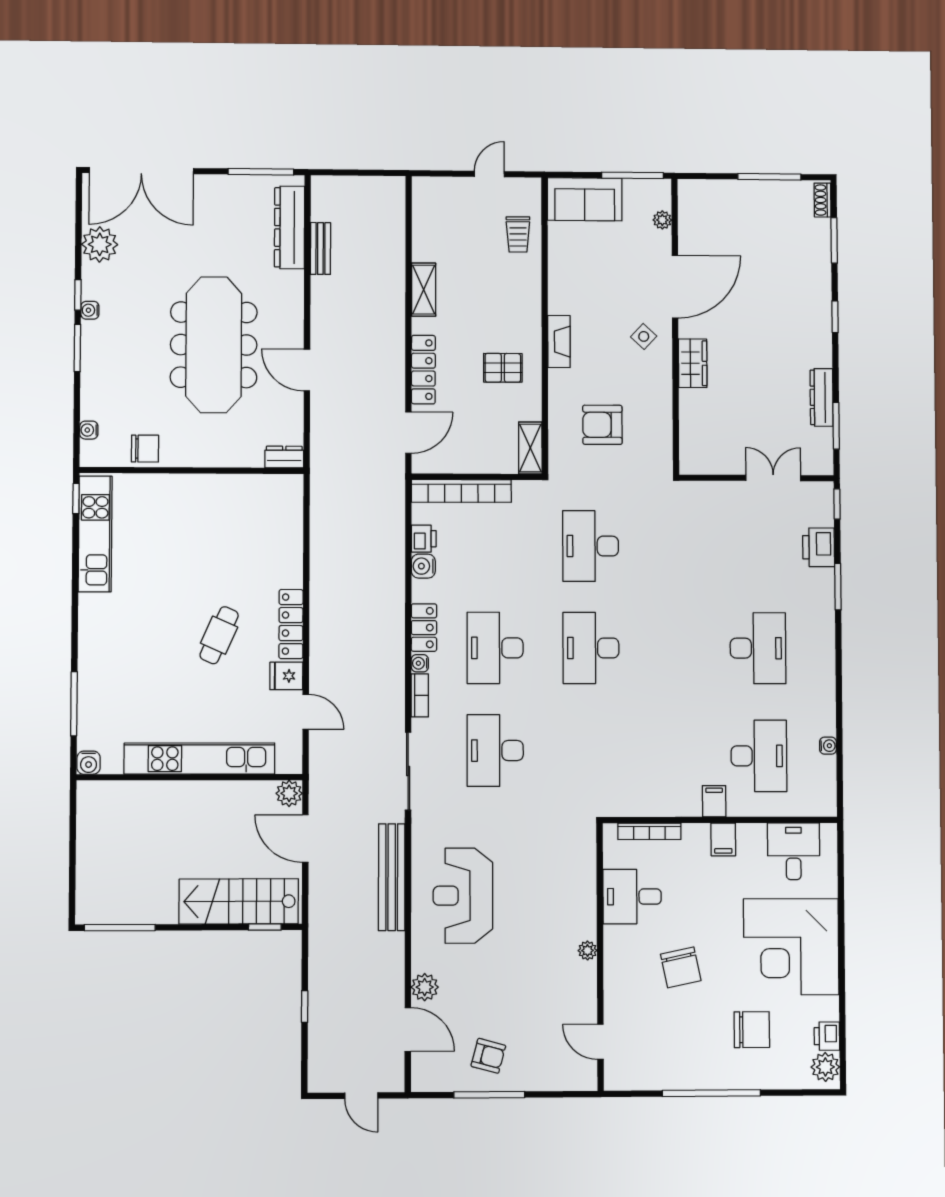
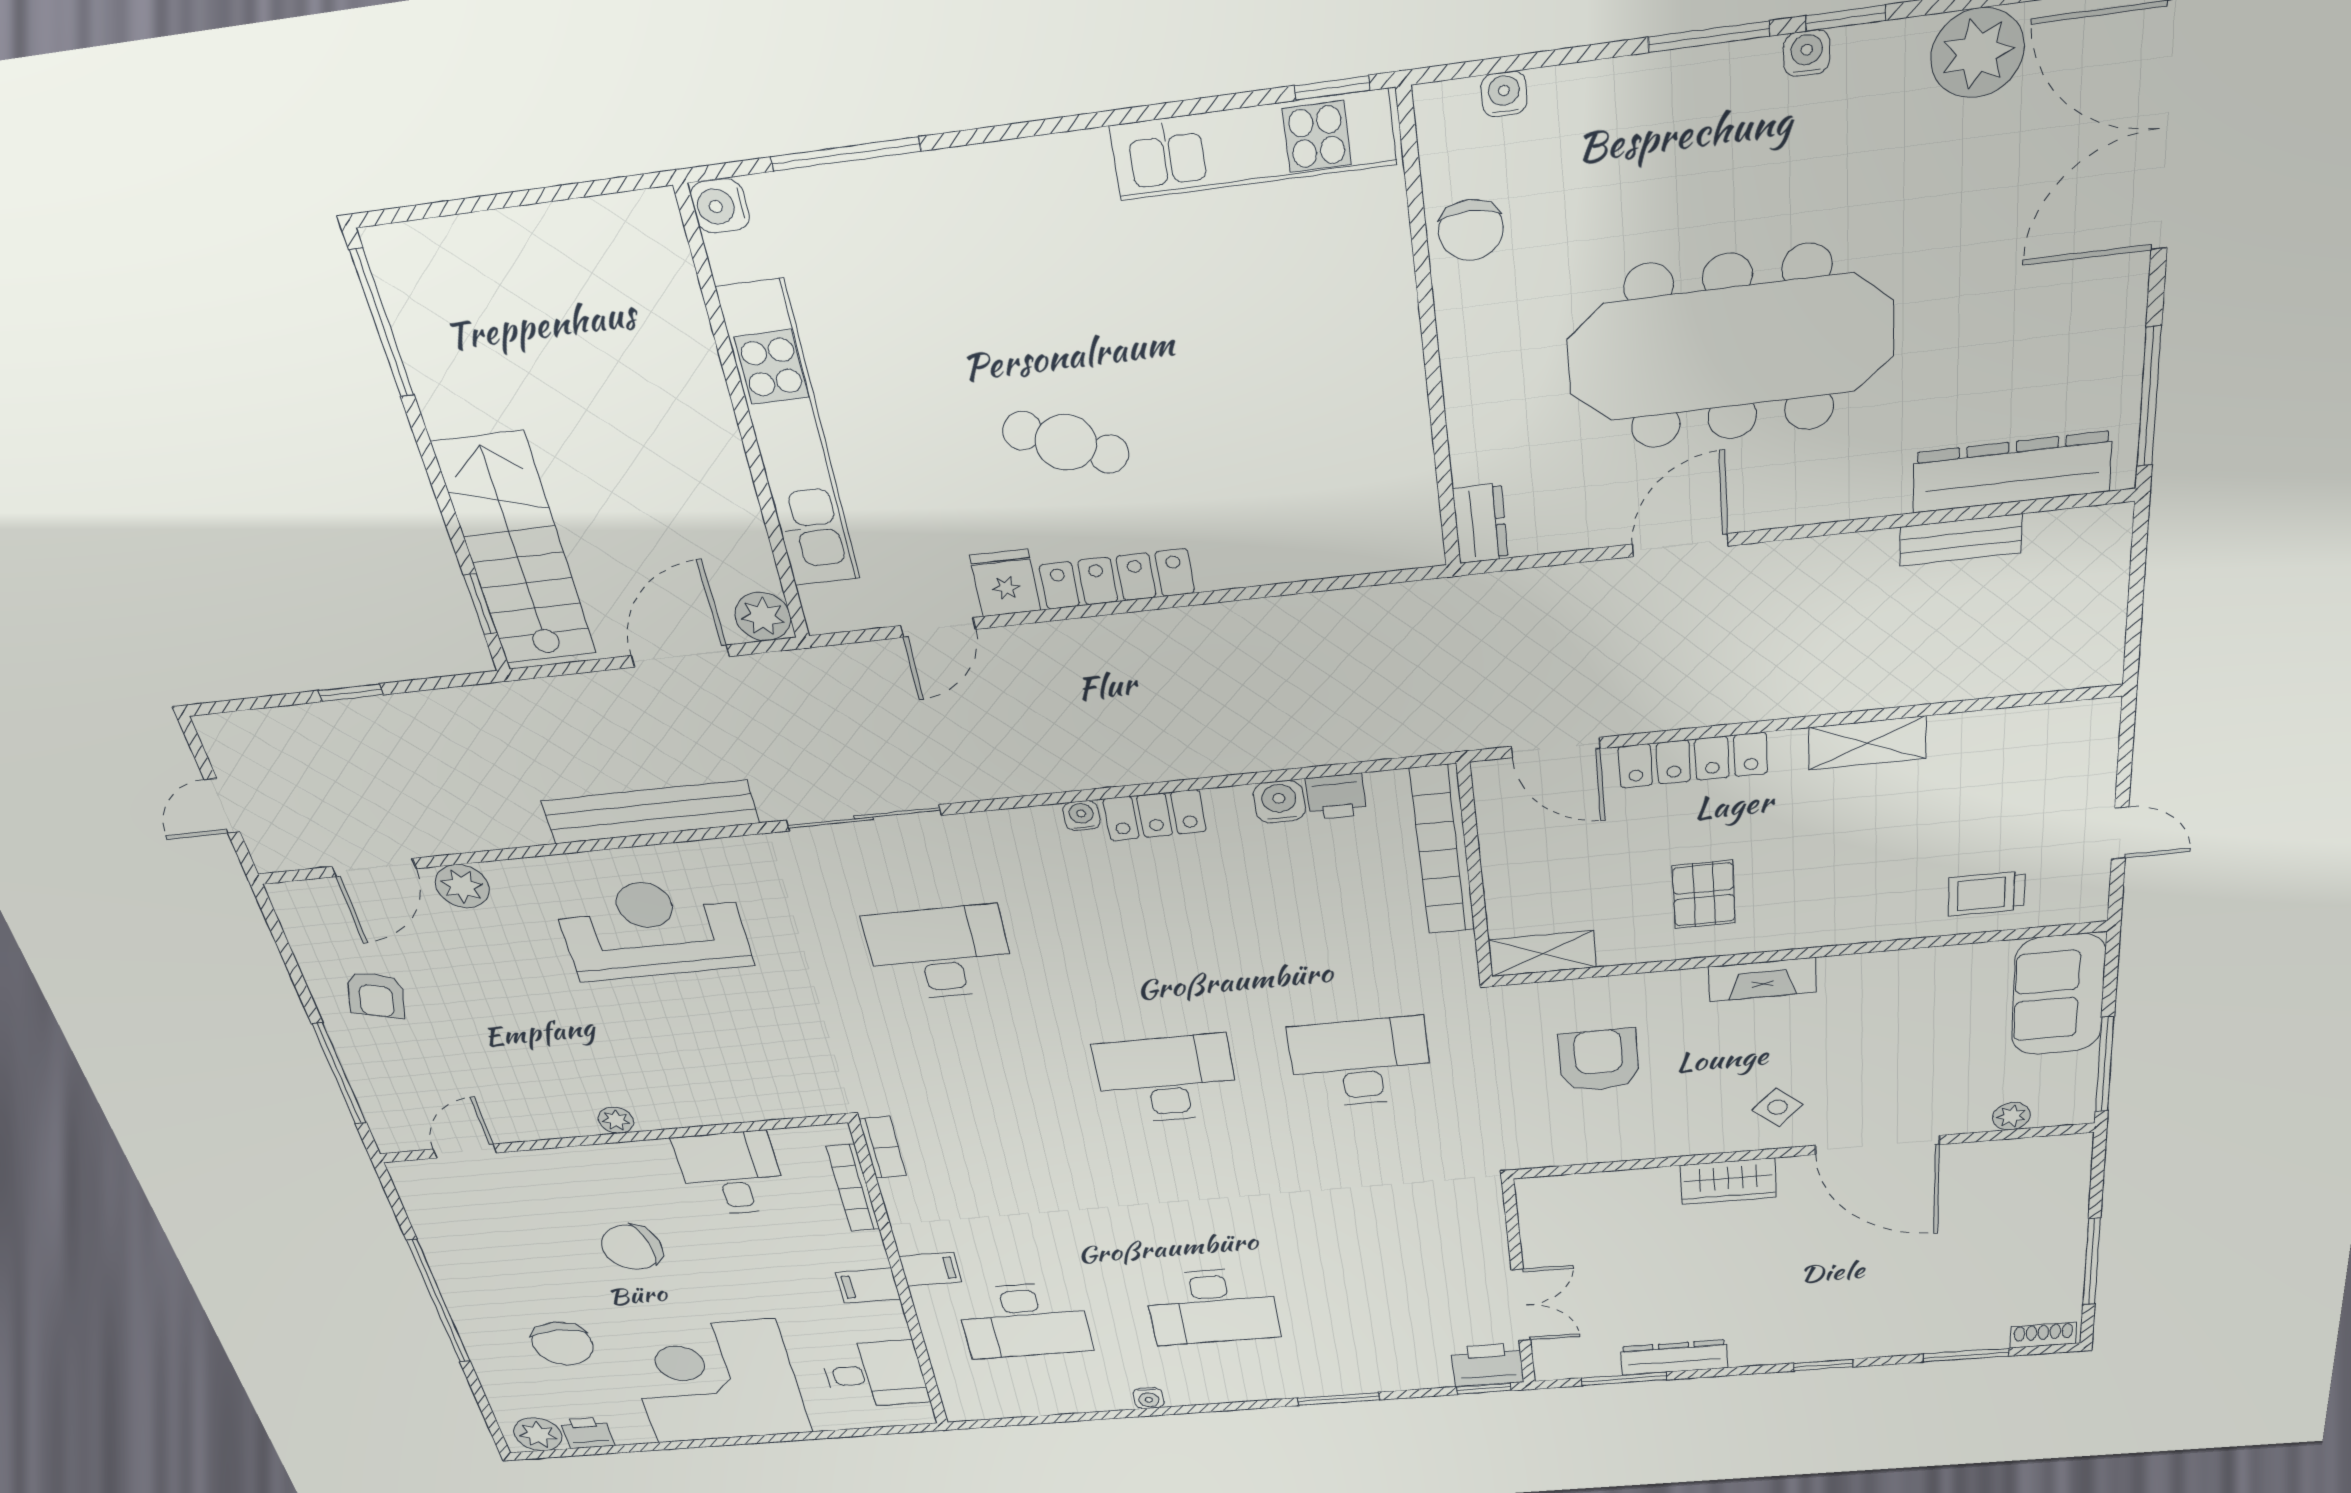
printer: (819, 547) -> (1487, 1365), moved
desk: (495, 648) -> (1137, 934), removed
bookcase: (420, 695) -> (883, 1147), moved, turned -90
water cooler: (828, 746) -> (1149, 1398), moved
window: (489, 1095) -> (339, 1074), moved

